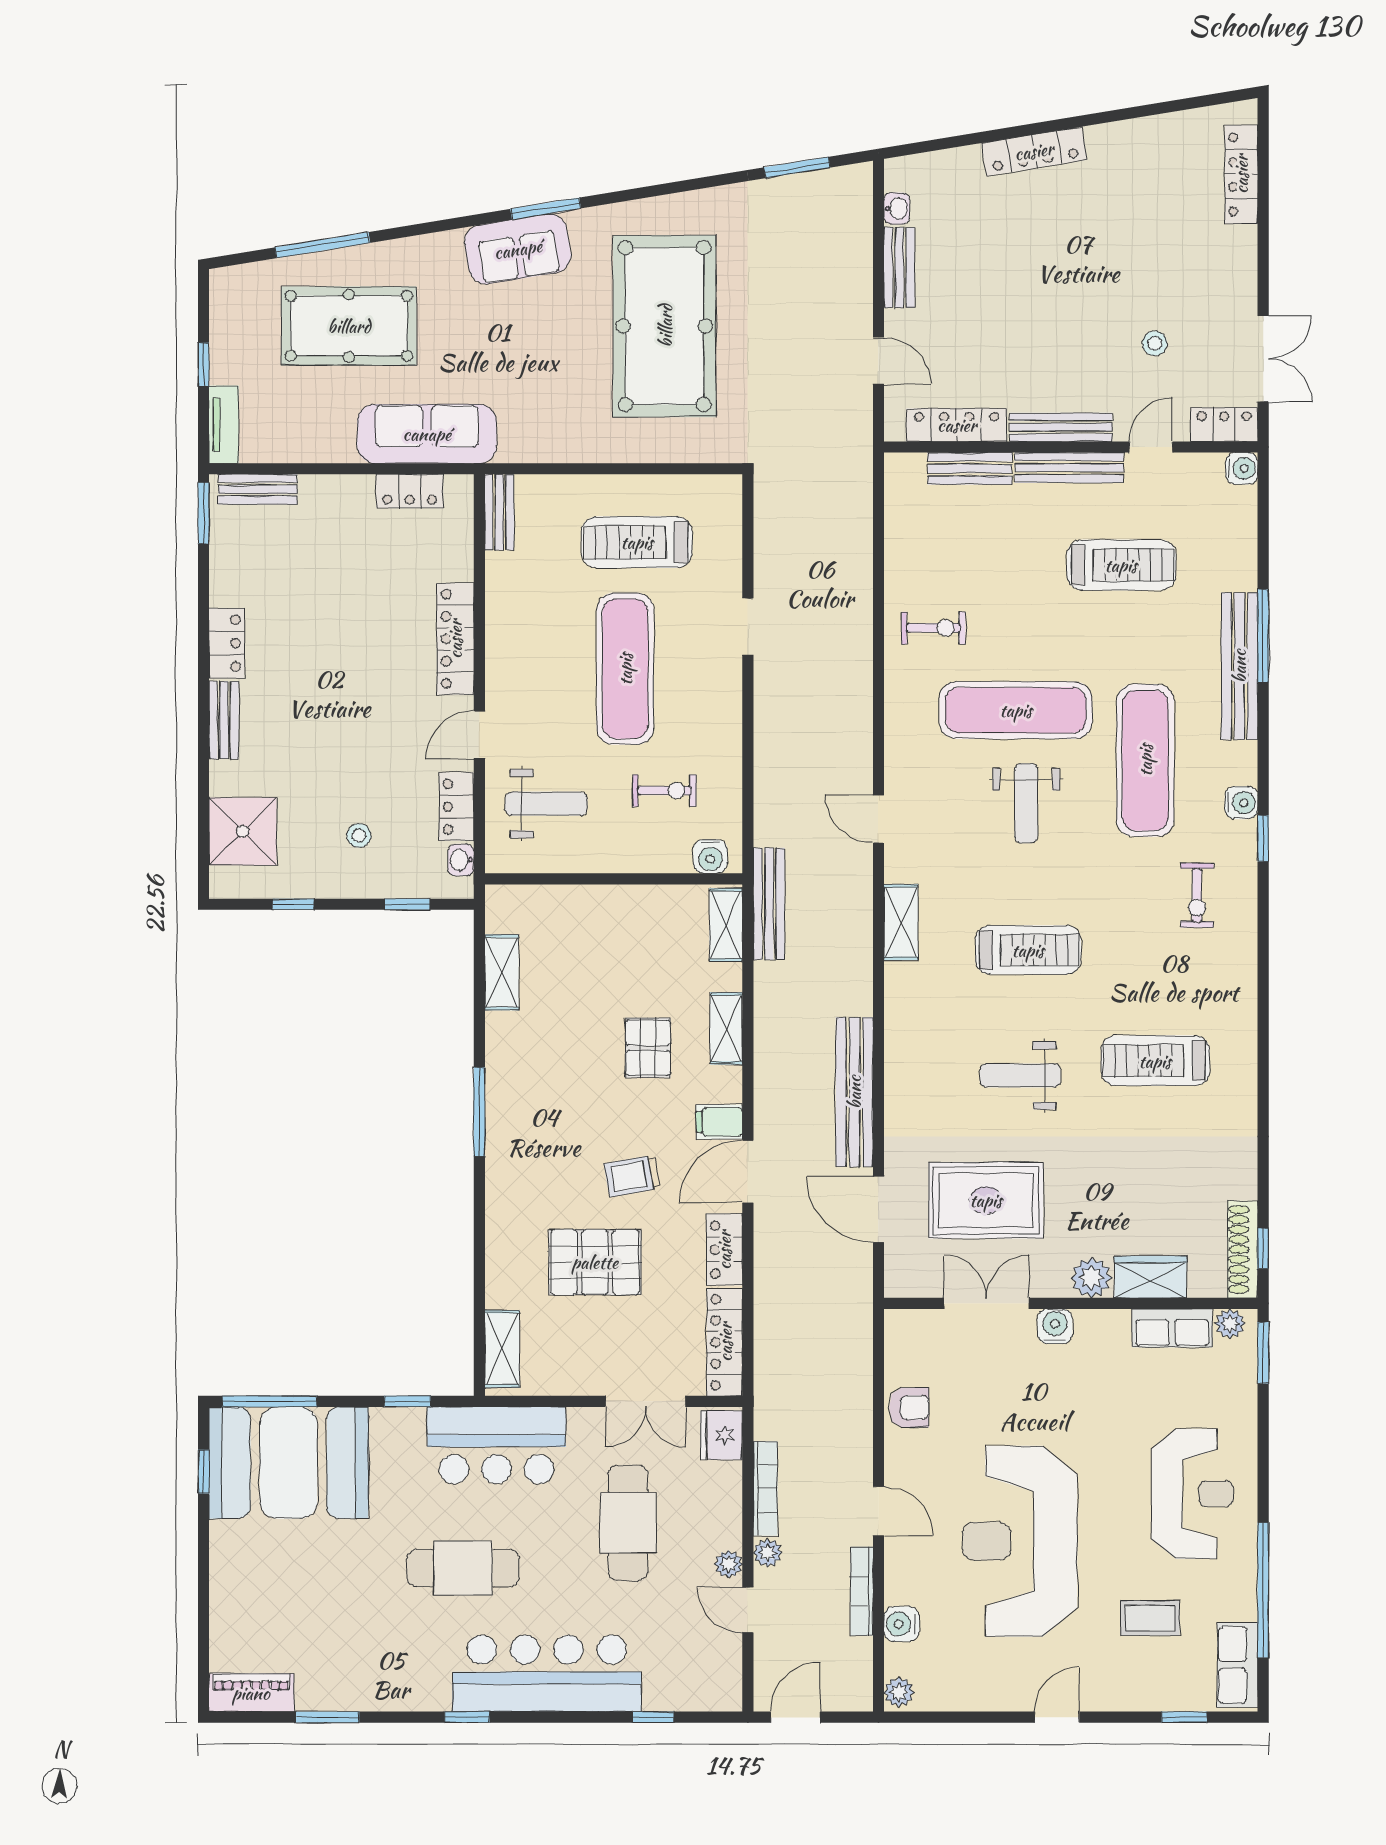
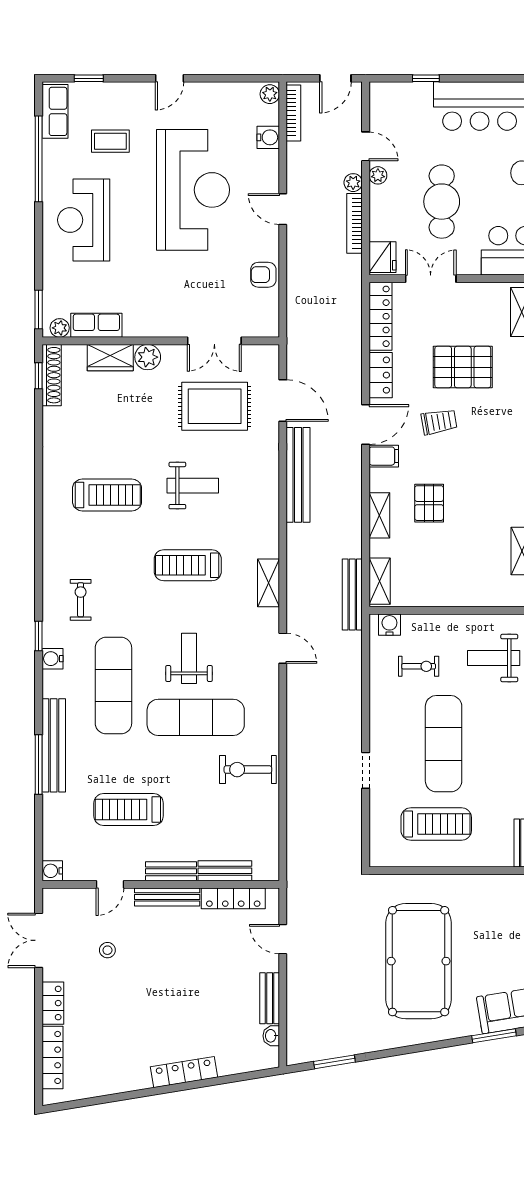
locker: (1224, 425) -> (53, 1003), moved, turned -90
bench: (1069, 468) -> (171, 871), width x0.73
exercise bike: (933, 628) -> (248, 770), width x1.38, depth x1.39
exercise bike: (664, 791) -> (419, 666), turned 180
water cooler: (1055, 1326) -> (171, 326), removed
bookcase: (862, 1591) -> (293, 113), moved

